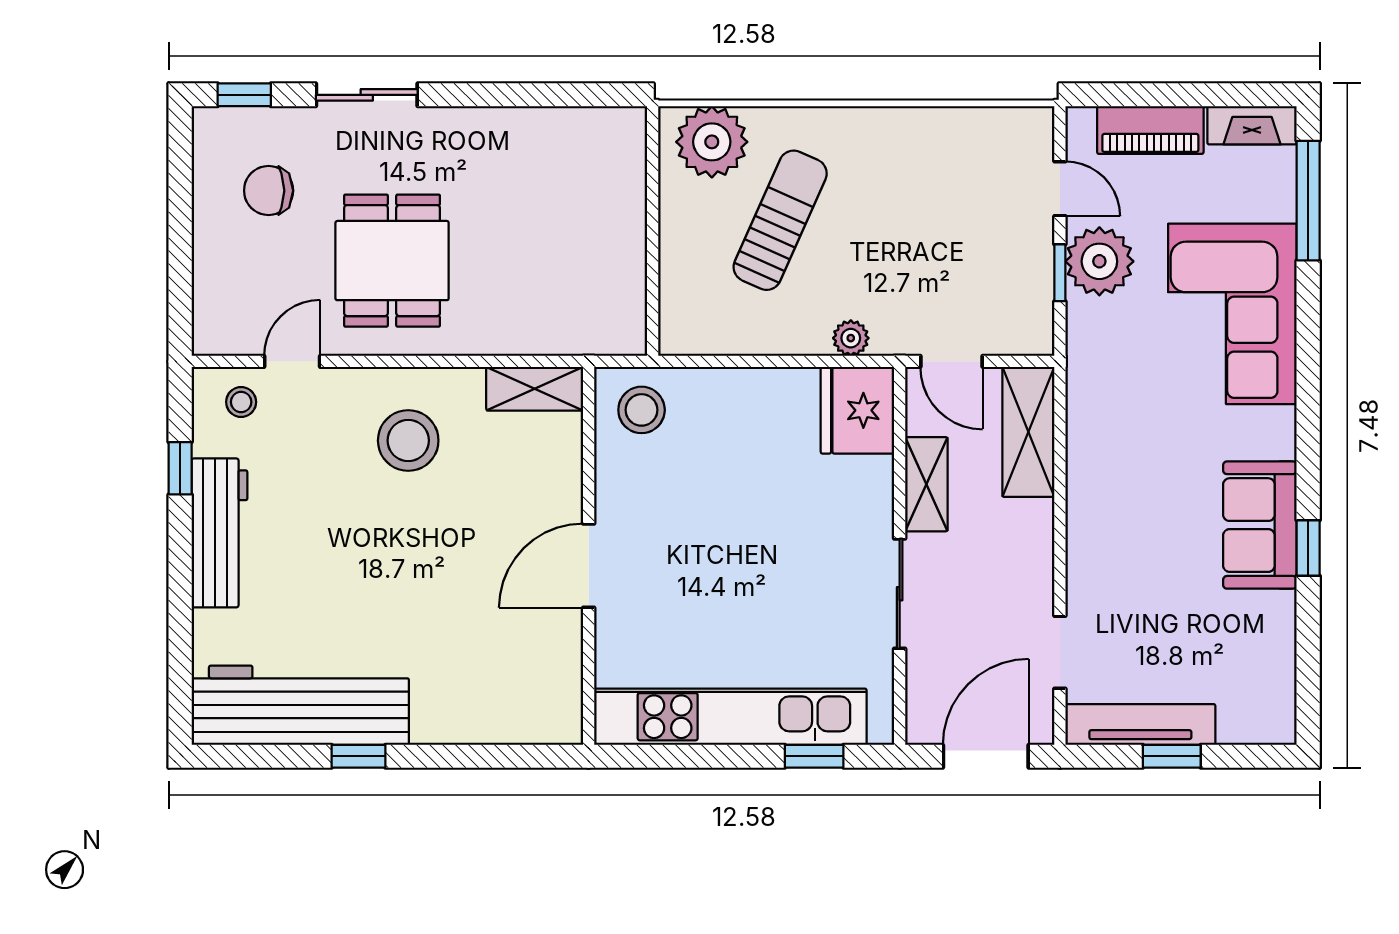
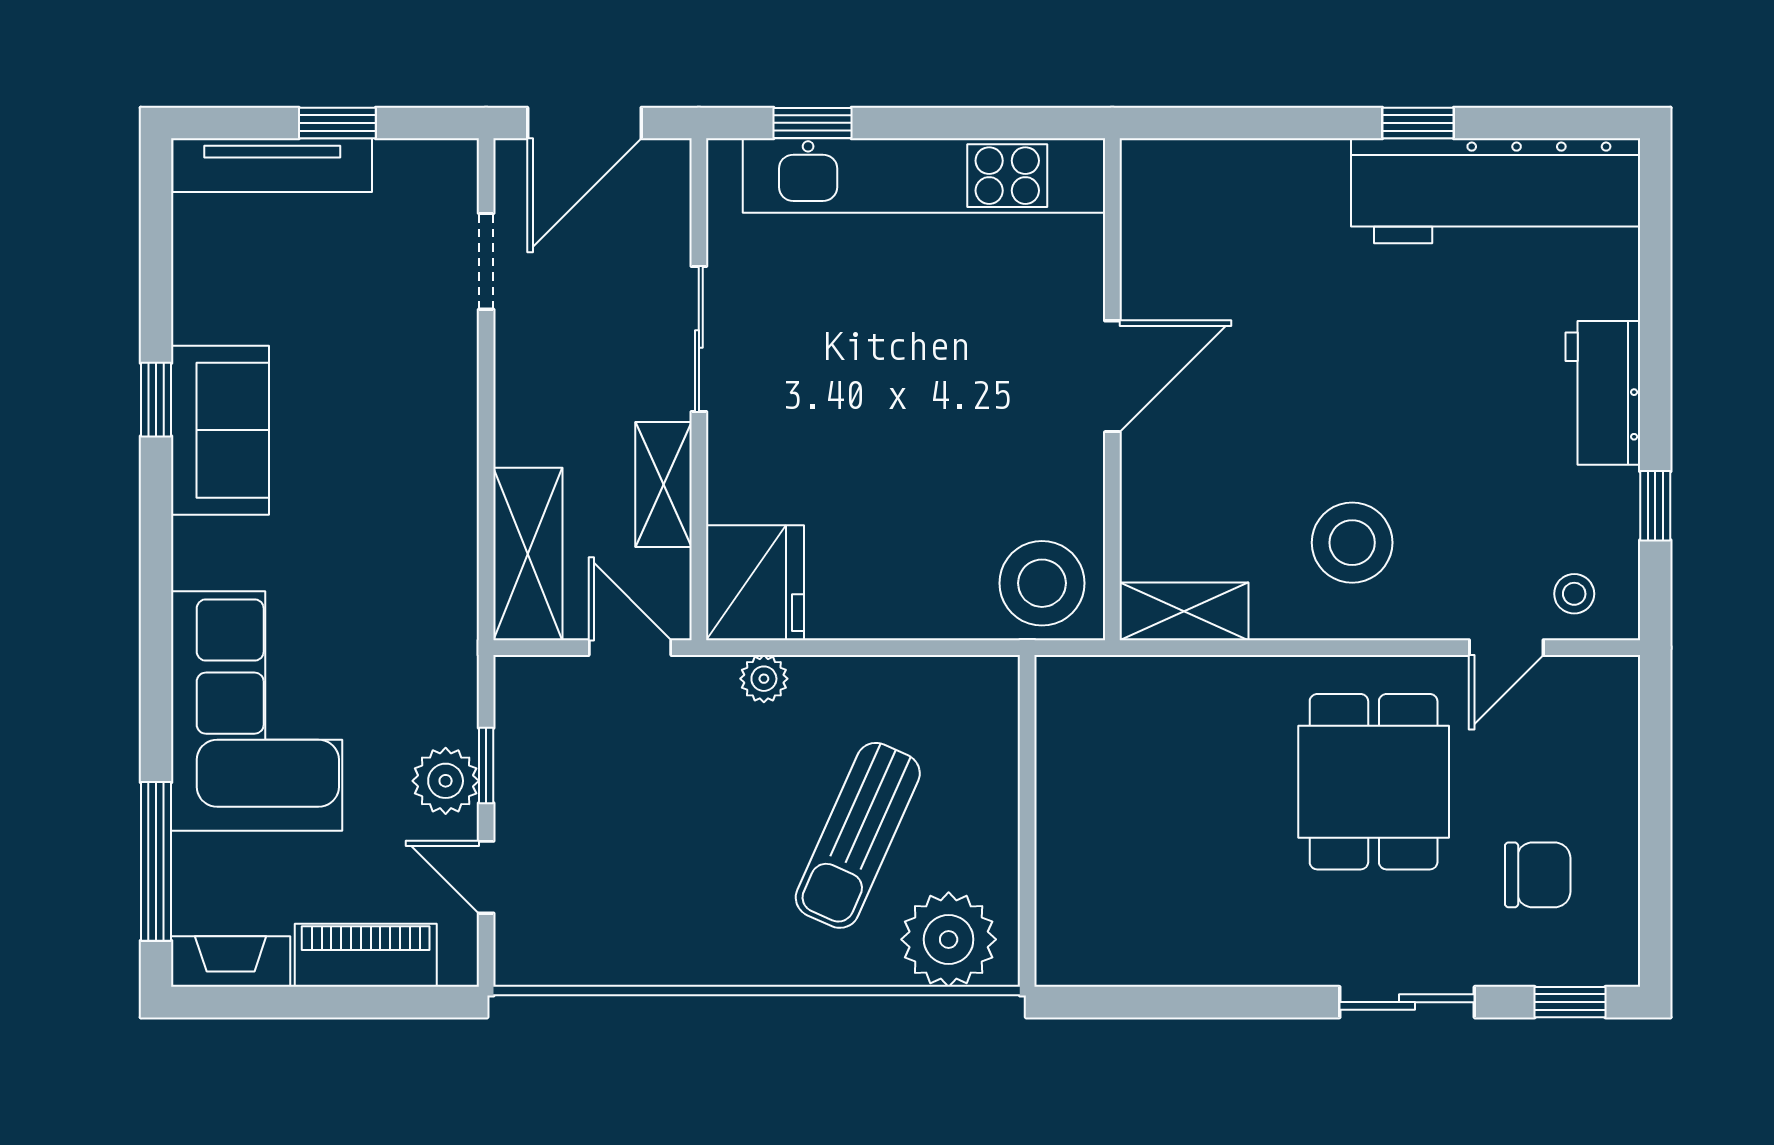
plant: (1099, 261) -> (446, 781), width x0.73, depth x0.73
stool: (642, 410) -> (1042, 583), width x1.38, depth x1.38
workbench: (220, 533) -> (1603, 393), width x0.73
tv unit: (1140, 724) -> (272, 165), moved

